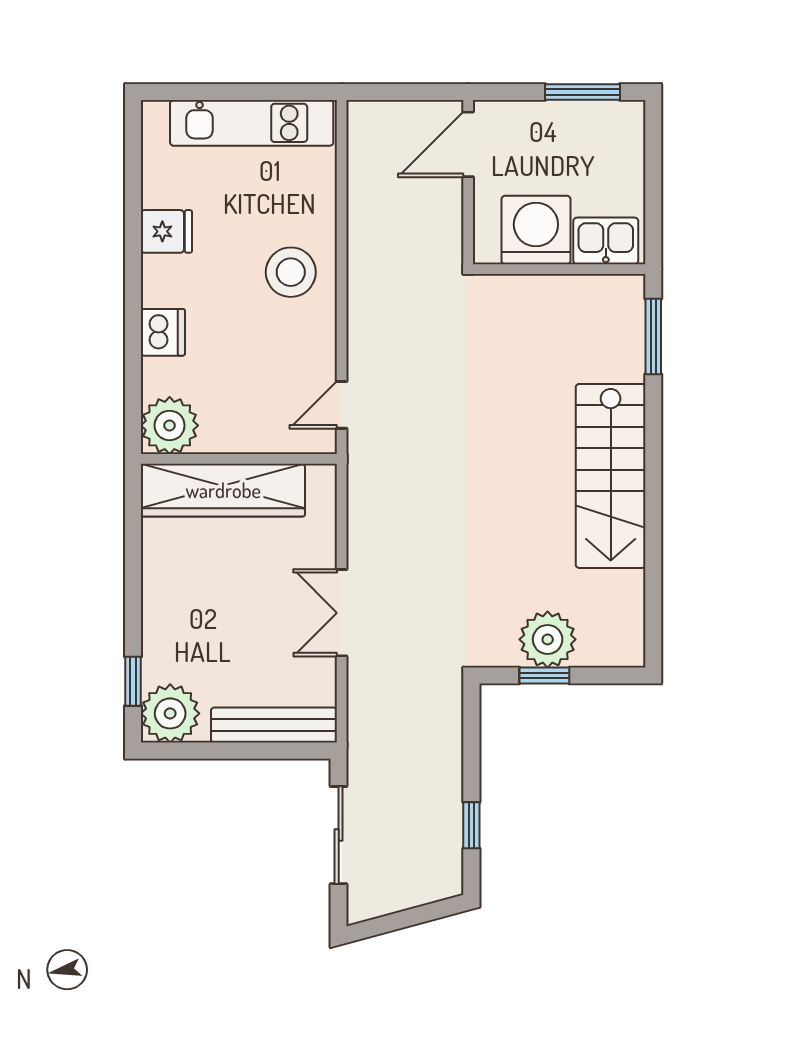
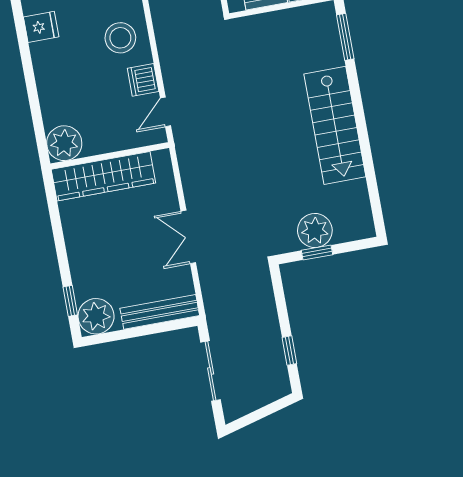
dishwasher: (163, 332) -> (143, 80), moved, turned 180

